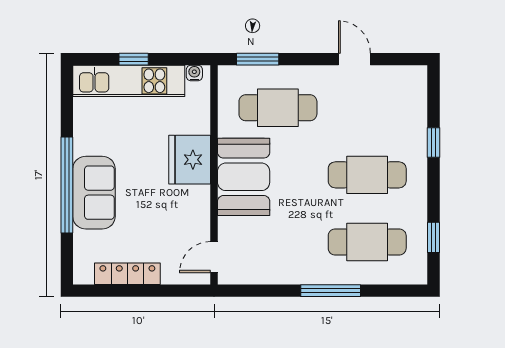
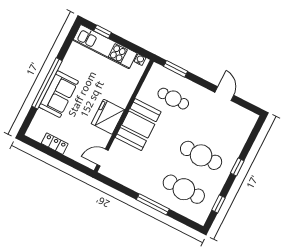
window: (134, 59) -> (103, 32), moved
cafe table: (278, 108) -> (173, 99), width x0.73, depth x0.74
window: (434, 142) -> (237, 167), moved
fridge: (190, 160) -> (108, 117), moved
locker: (127, 274) -> (55, 144), width x0.66

